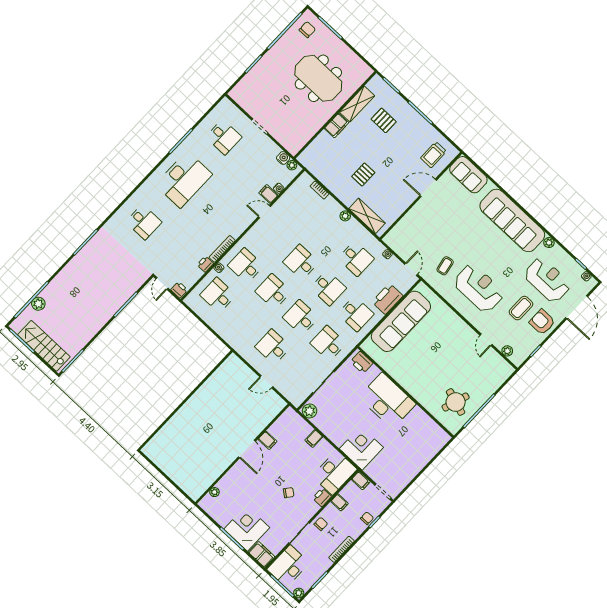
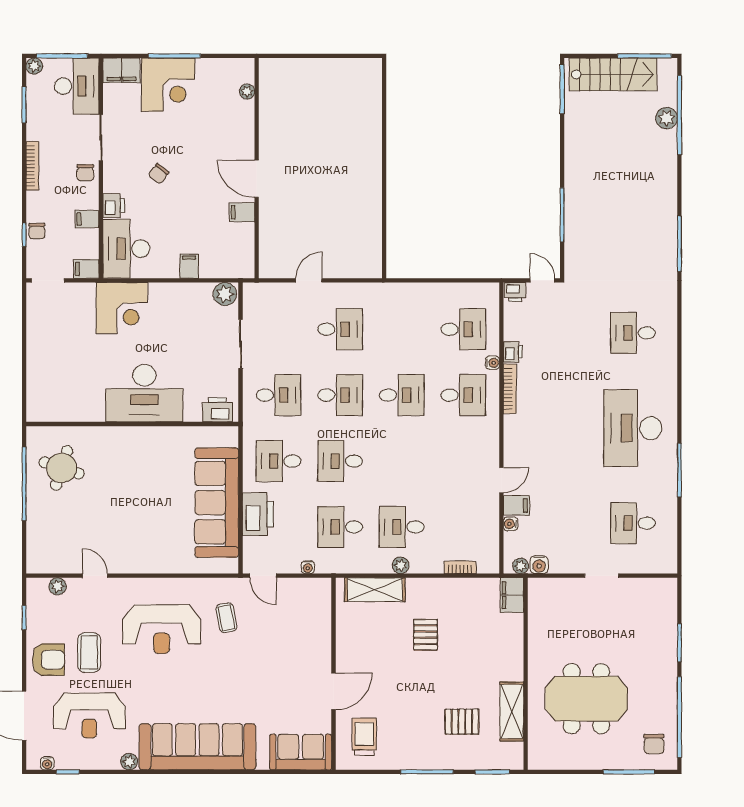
filing cabinet: (337, 126) -> (512, 595), moved
desk: (301, 262) -> (402, 527), moved, turned 180

